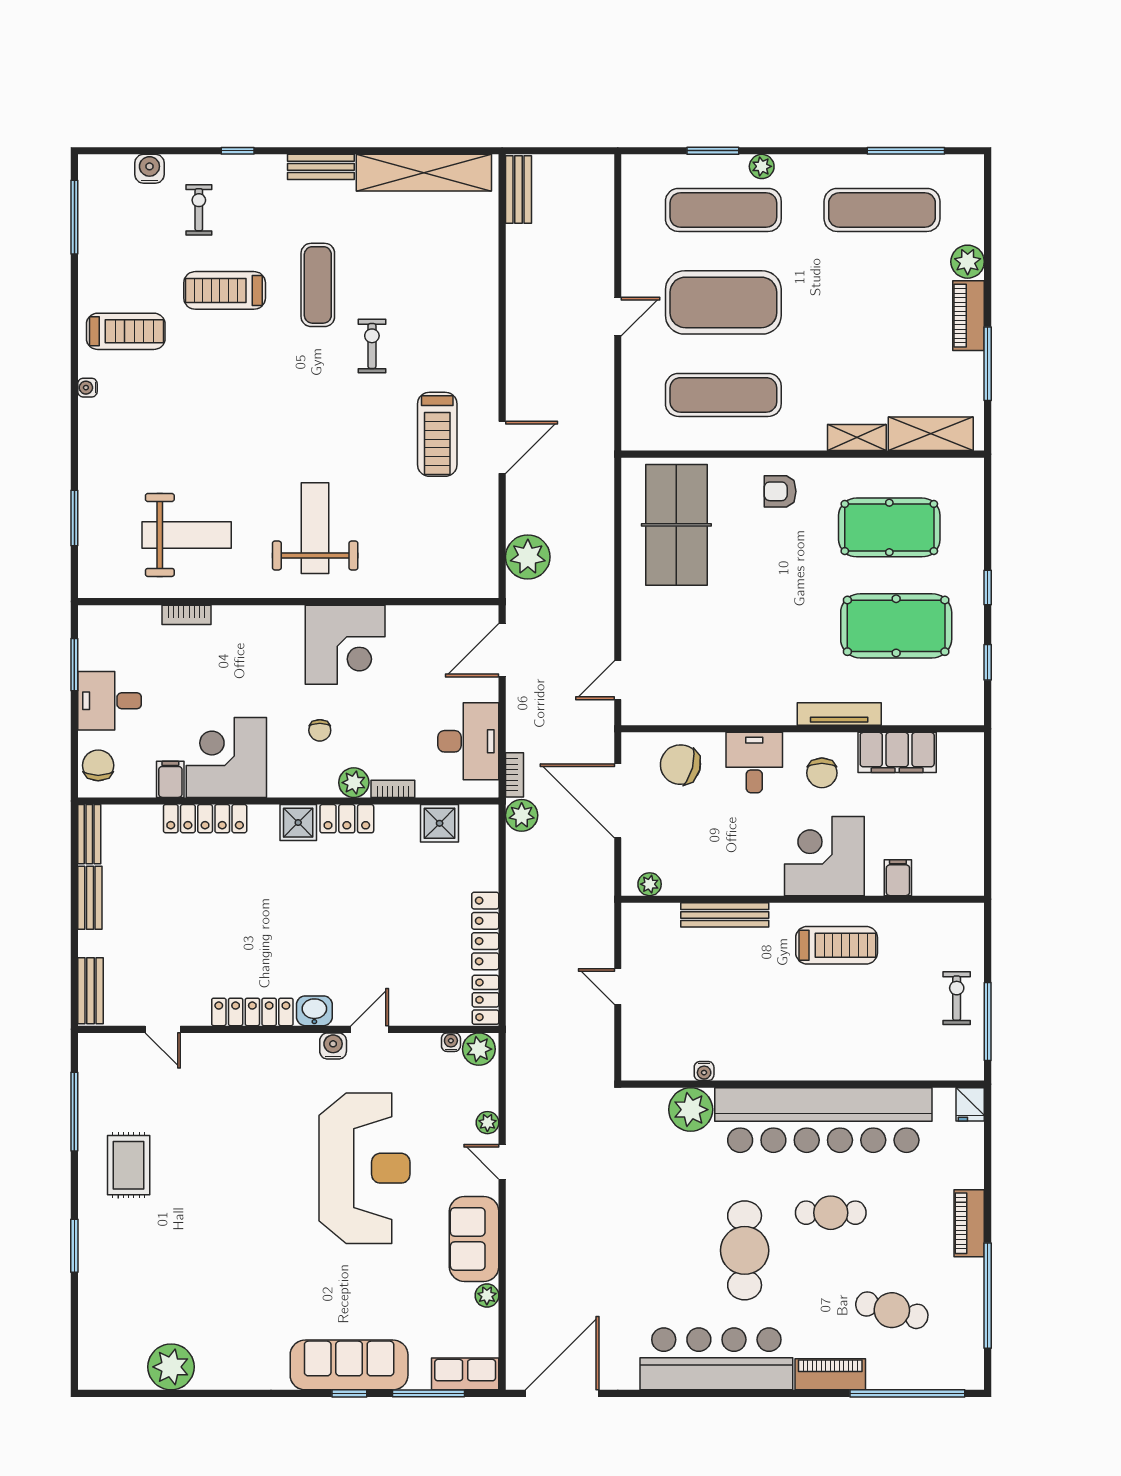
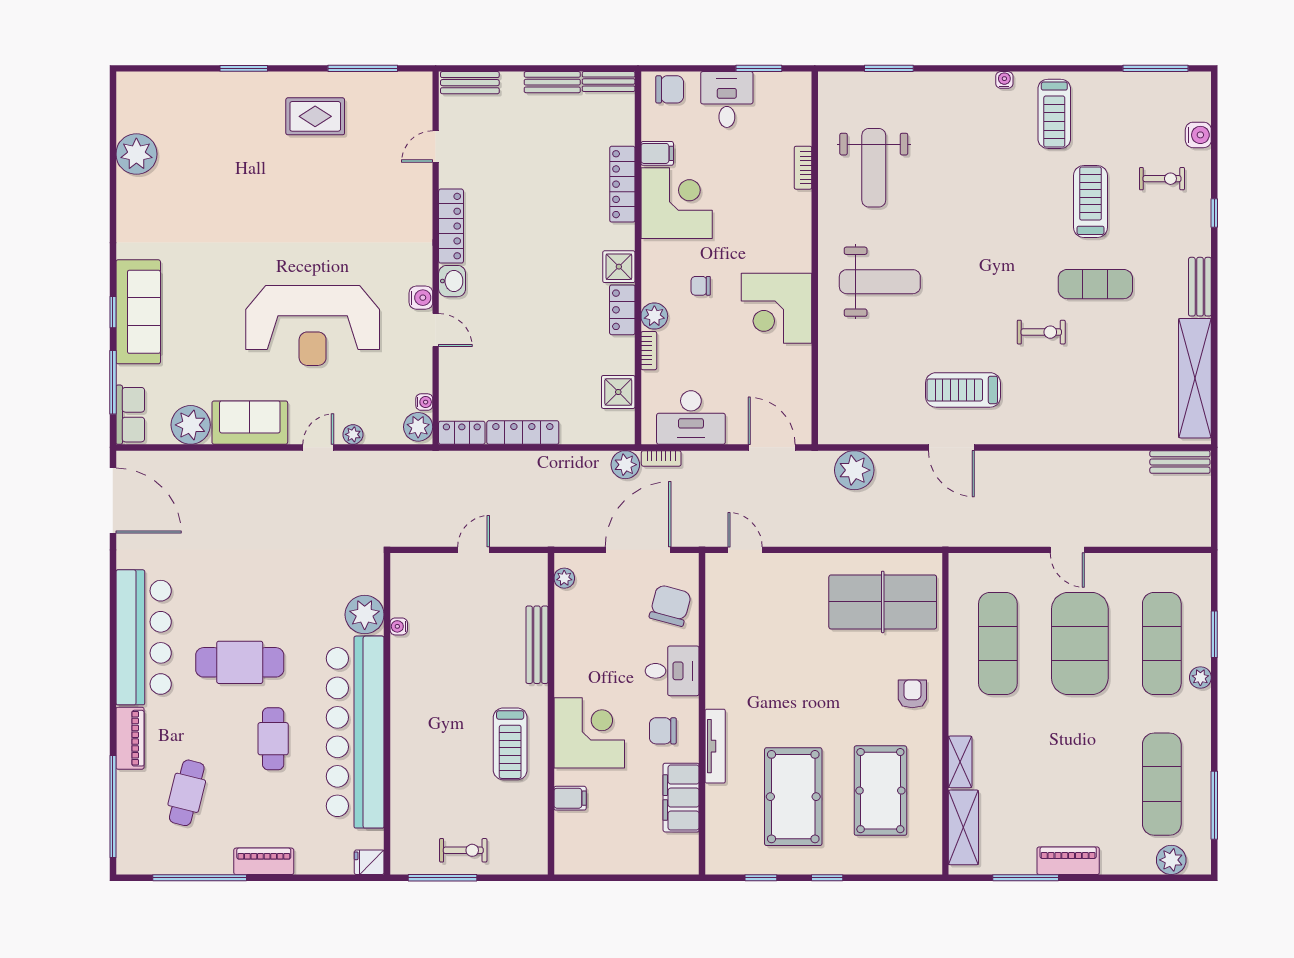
plant: (968, 262) -> (1171, 860), moved
plant: (487, 1296) -> (191, 425), width x1.88, depth x1.88

